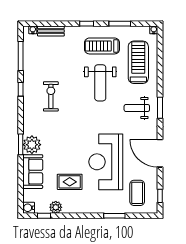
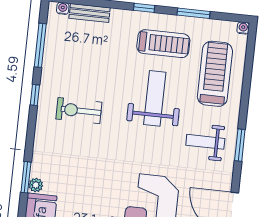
treadmill: (102, 46) -> (163, 44), turned 180
weight bench: (100, 83) -> (155, 98), turned 180
exercise bike: (51, 96) -> (79, 111), turned -90
plant: (32, 145) -> (36, 185), width x0.53, depth x0.53

